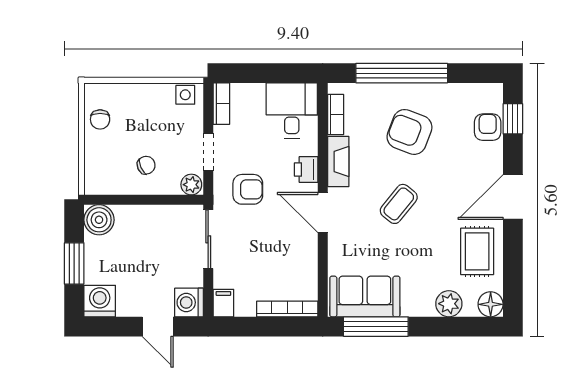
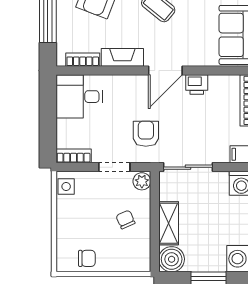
printer: (306, 169) -> (197, 84), moved
shelving: (142, 216) -> (169, 223), added

